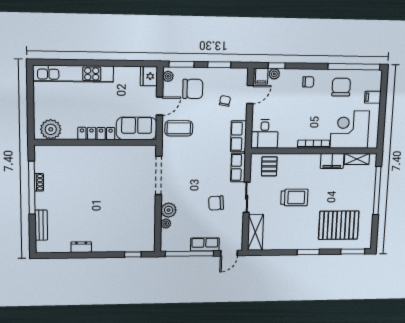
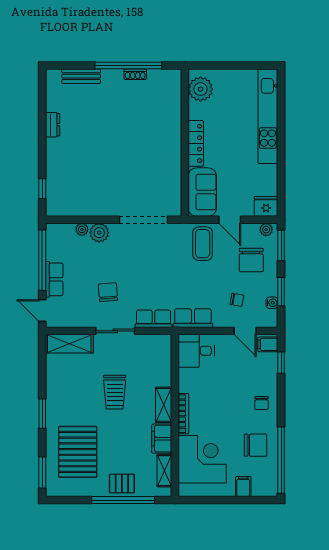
water cooler: (228, 72) -> (272, 303), added
plant: (274, 74) -> (271, 360), removed
shelving: (306, 160) -> (164, 405), added
pallet: (269, 166) -> (122, 483), moved

